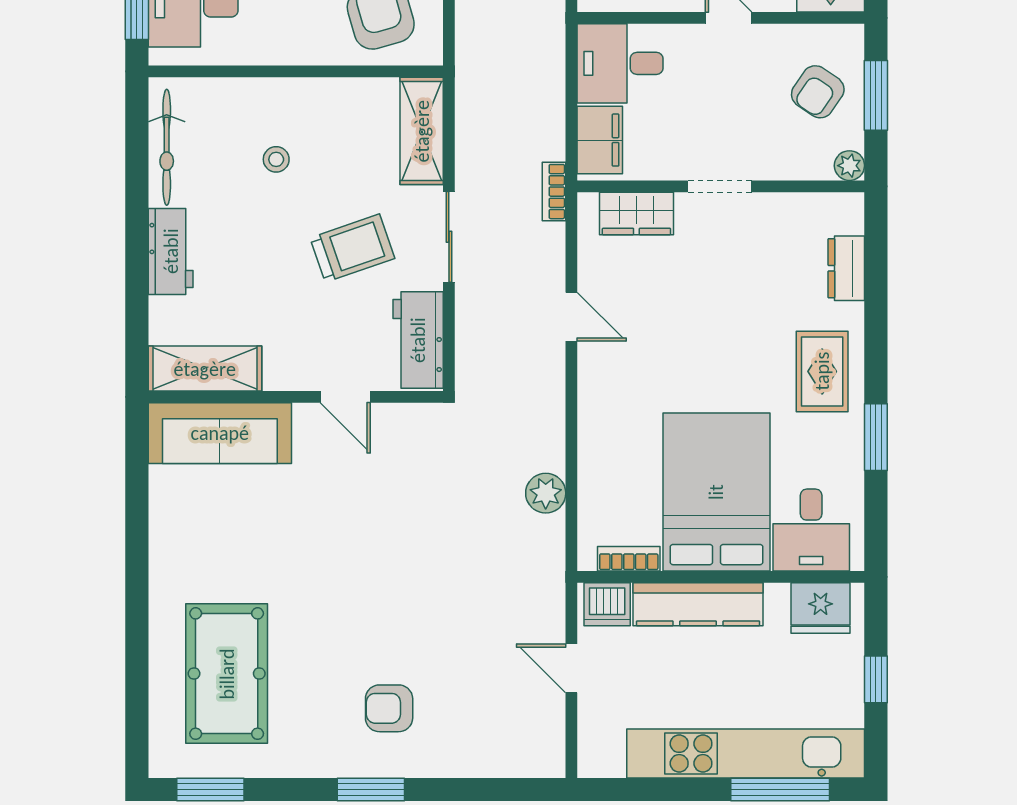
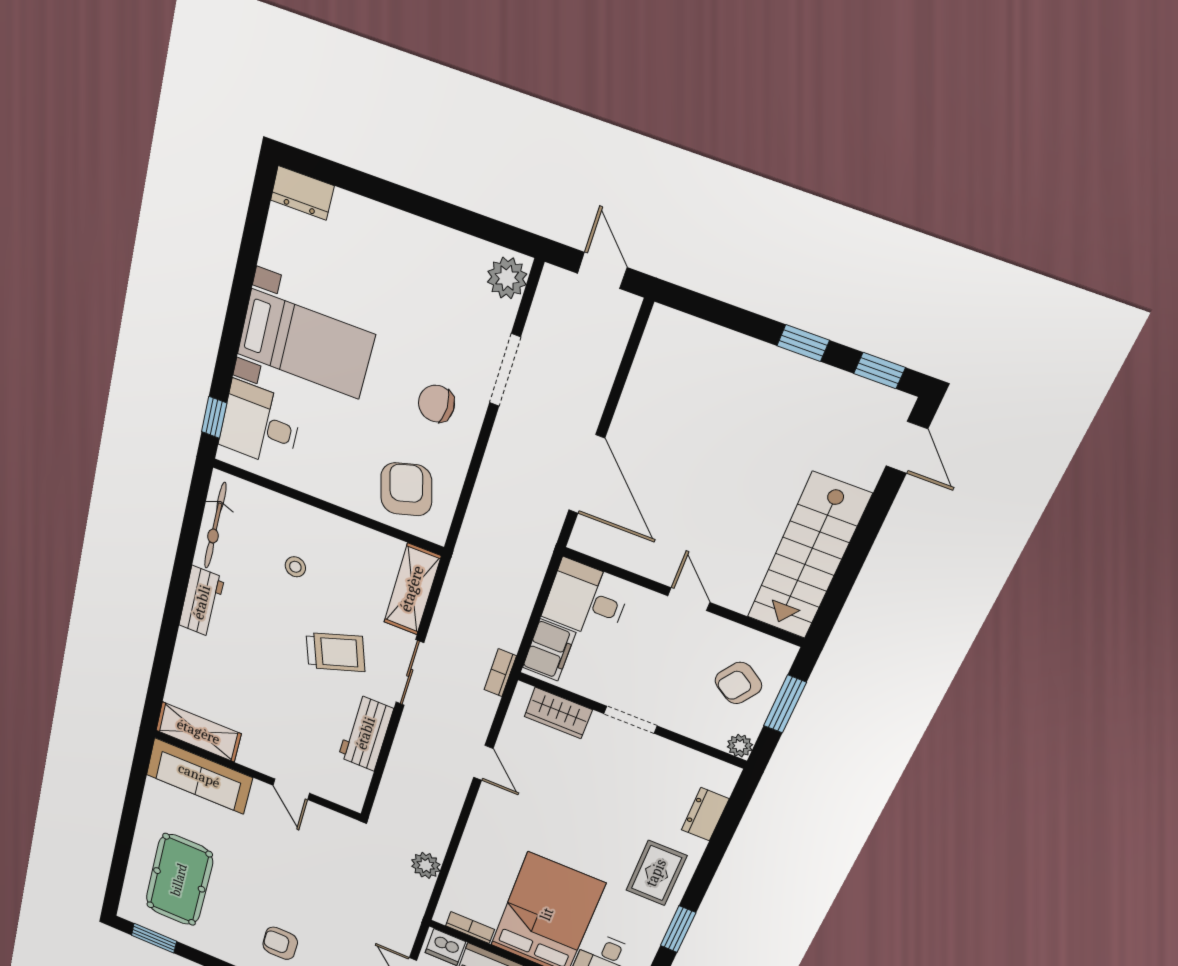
shelving: (205, 369) -> (198, 732), moved
wall: (296, 397) -> (257, 775), moved
door: (345, 397) -> (291, 789), moved
sofa: (220, 433) -> (199, 776), moved

